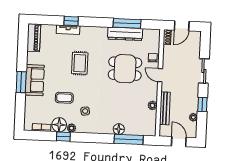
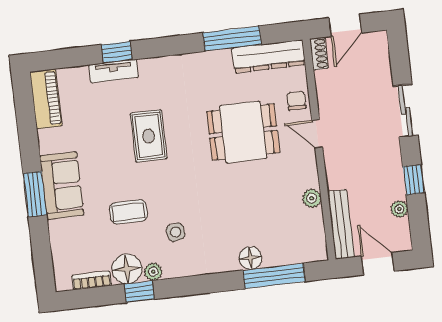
dresser: (125, 34) -> (269, 56), moved
bench: (165, 108) -> (341, 224), moved

